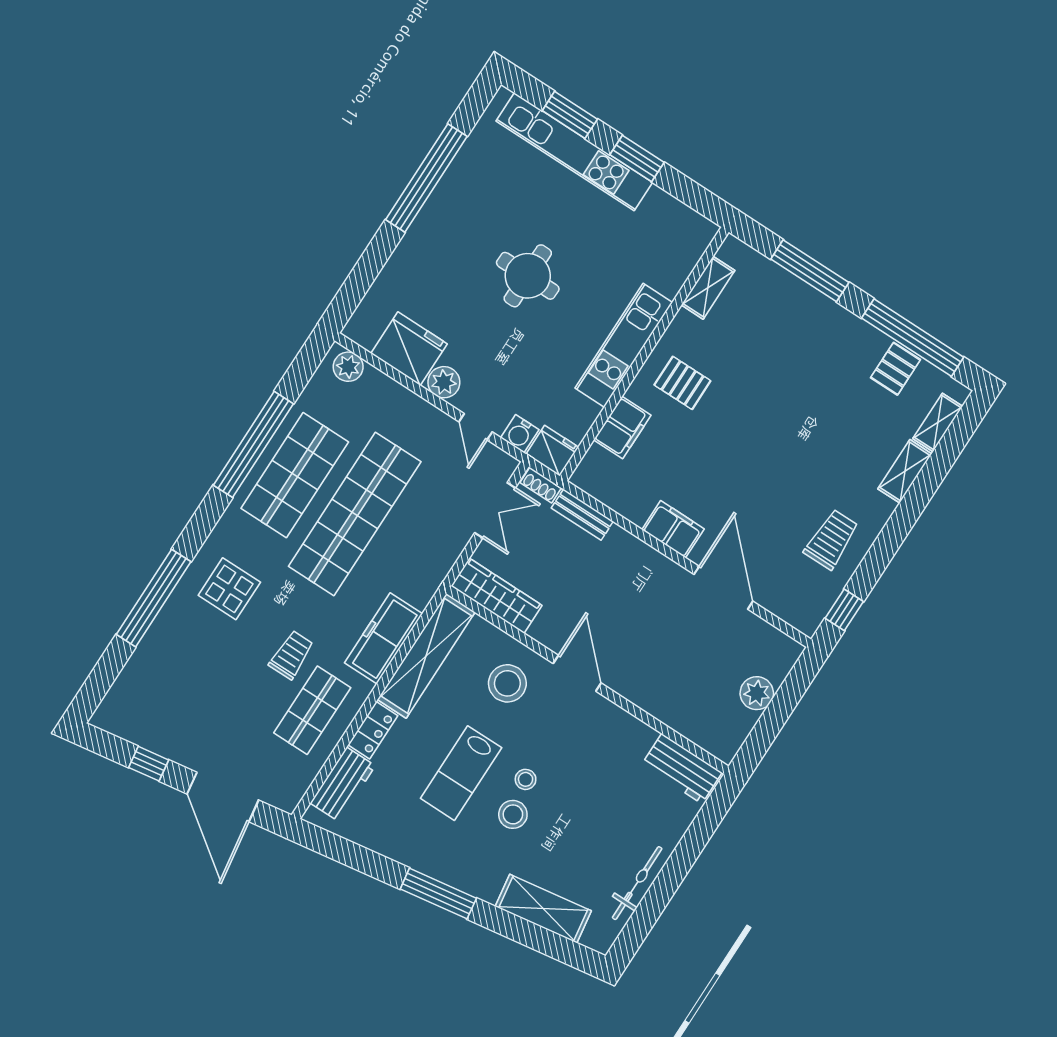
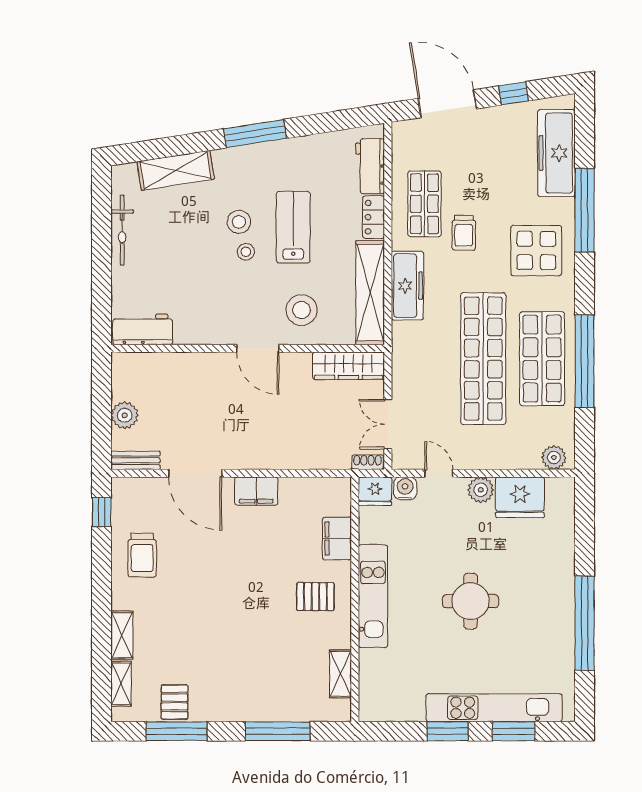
window: (913, 338) -> (177, 731), width x0.68
bench: (582, 515) -> (136, 460), moved
display table: (229, 589) -> (536, 251), width x1.36, depth x1.36
freezer: (144, 675) -> (556, 153), added

